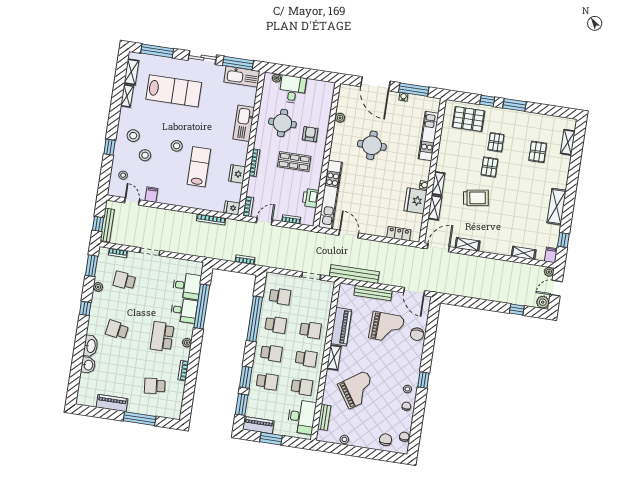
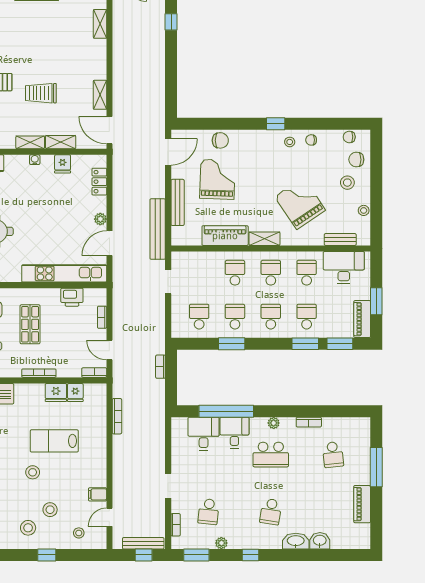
trolley: (476, 198) -> (41, 93), turned -81
fridge: (416, 201) -> (63, 164), width x0.53, depth x0.75
fridge: (232, 208) -> (75, 393), moved
plant: (369, 230) -> (100, 219), added
window: (255, 319) -> (232, 344), width x0.47
stool: (368, 430) -> (347, 183), added

